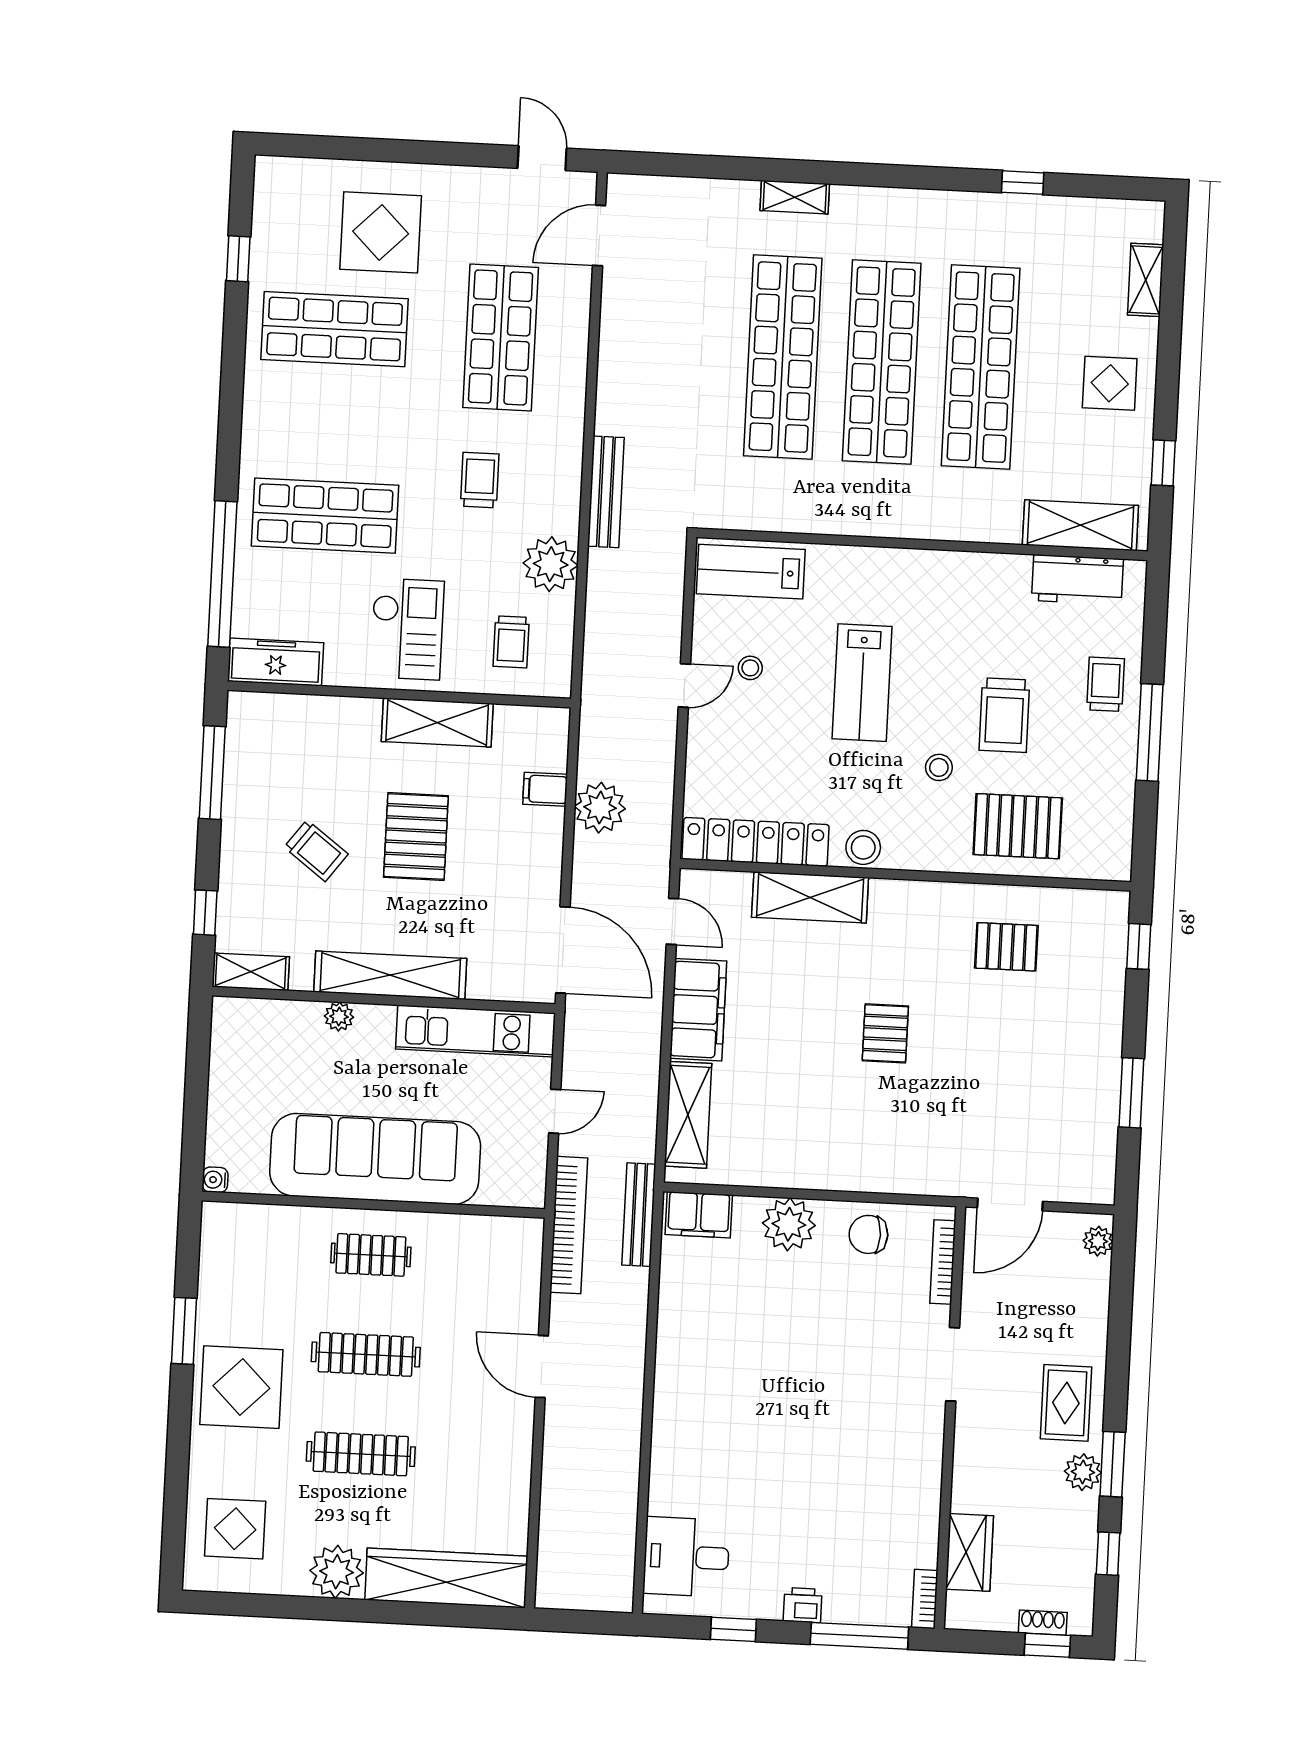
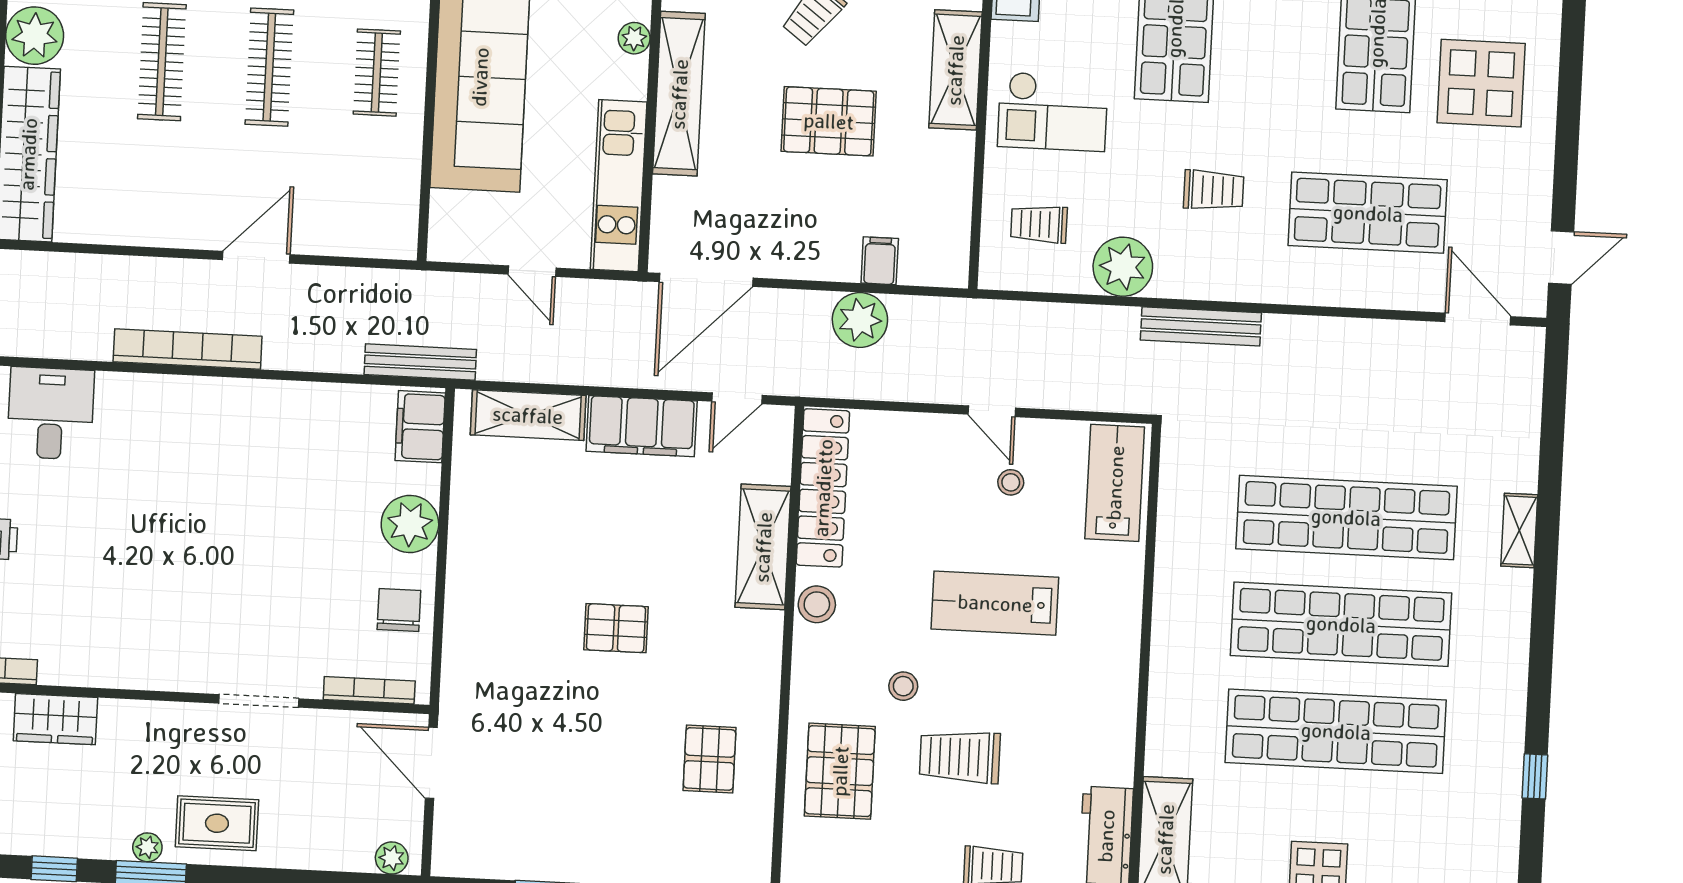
shelving: (437, 723) -> (955, 70), moved
bookcase: (569, 1225) -> (188, 349), moved, turned 180
plant: (1083, 1472) -> (147, 847), width x0.73, depth x0.73

